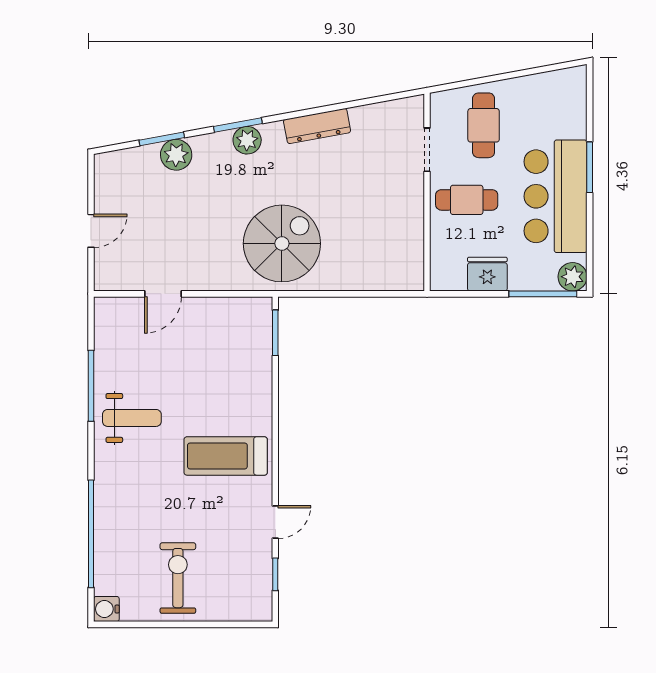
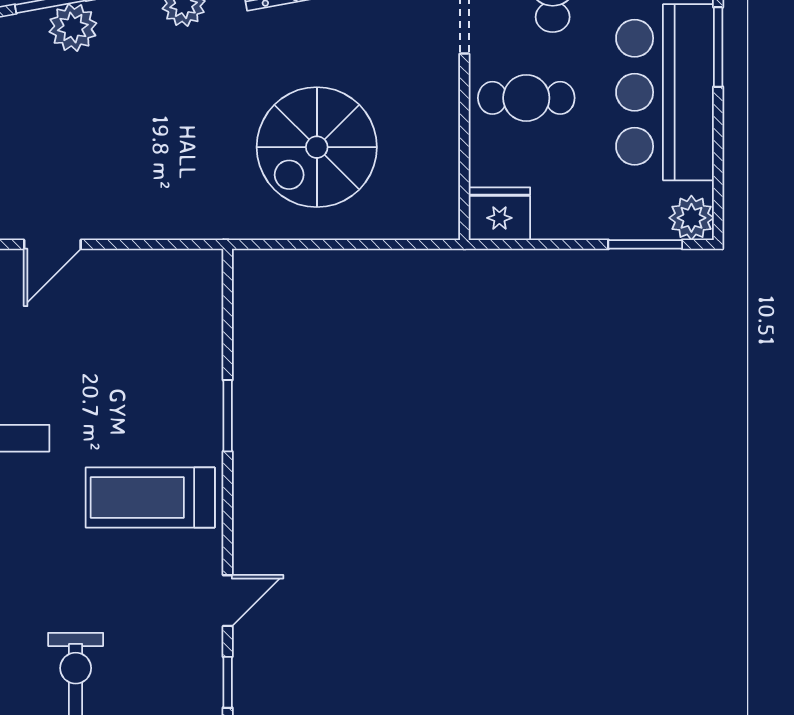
spiral stairs: (282, 243) -> (317, 147), moved, turned 180
fridge: (487, 274) -> (499, 214), moved
window: (543, 294) -> (645, 244), width x0.69
window: (275, 333) -> (228, 416), moved

